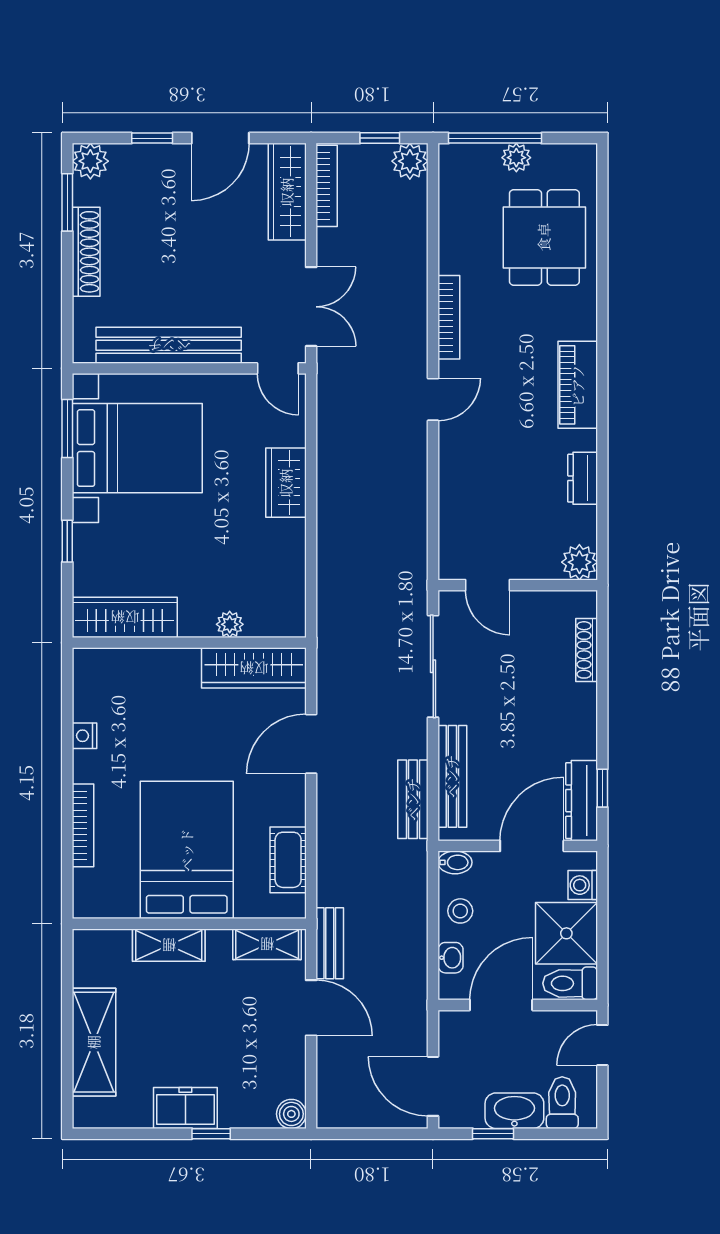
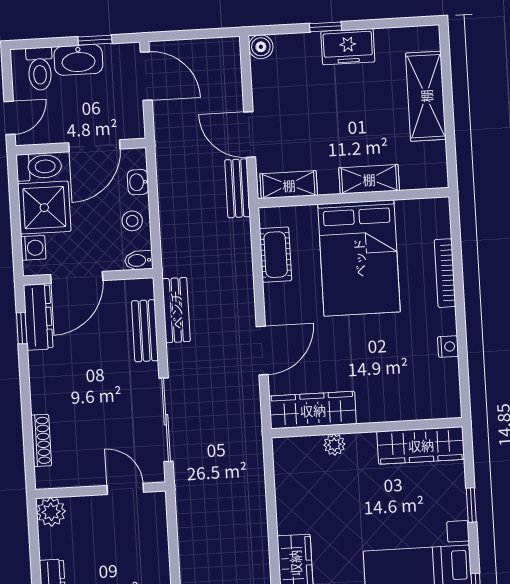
bench: (452, 776) -> (145, 331), width x0.73

